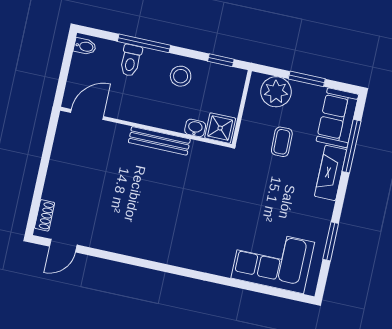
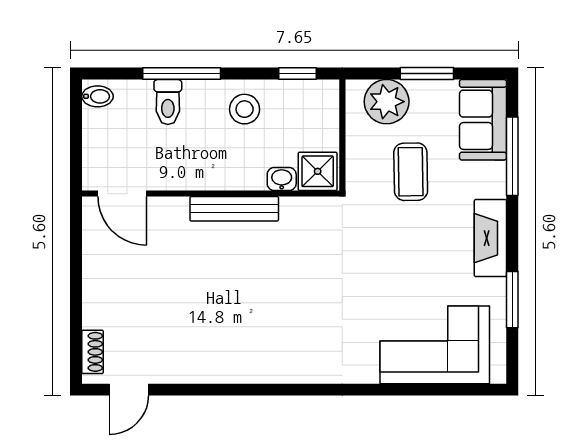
door: (87, 114) -> (122, 194), swing flipped
coffee table: (282, 142) -> (411, 172), width x1.36, depth x1.30
fireplace: (330, 173) -> (490, 238), moved

